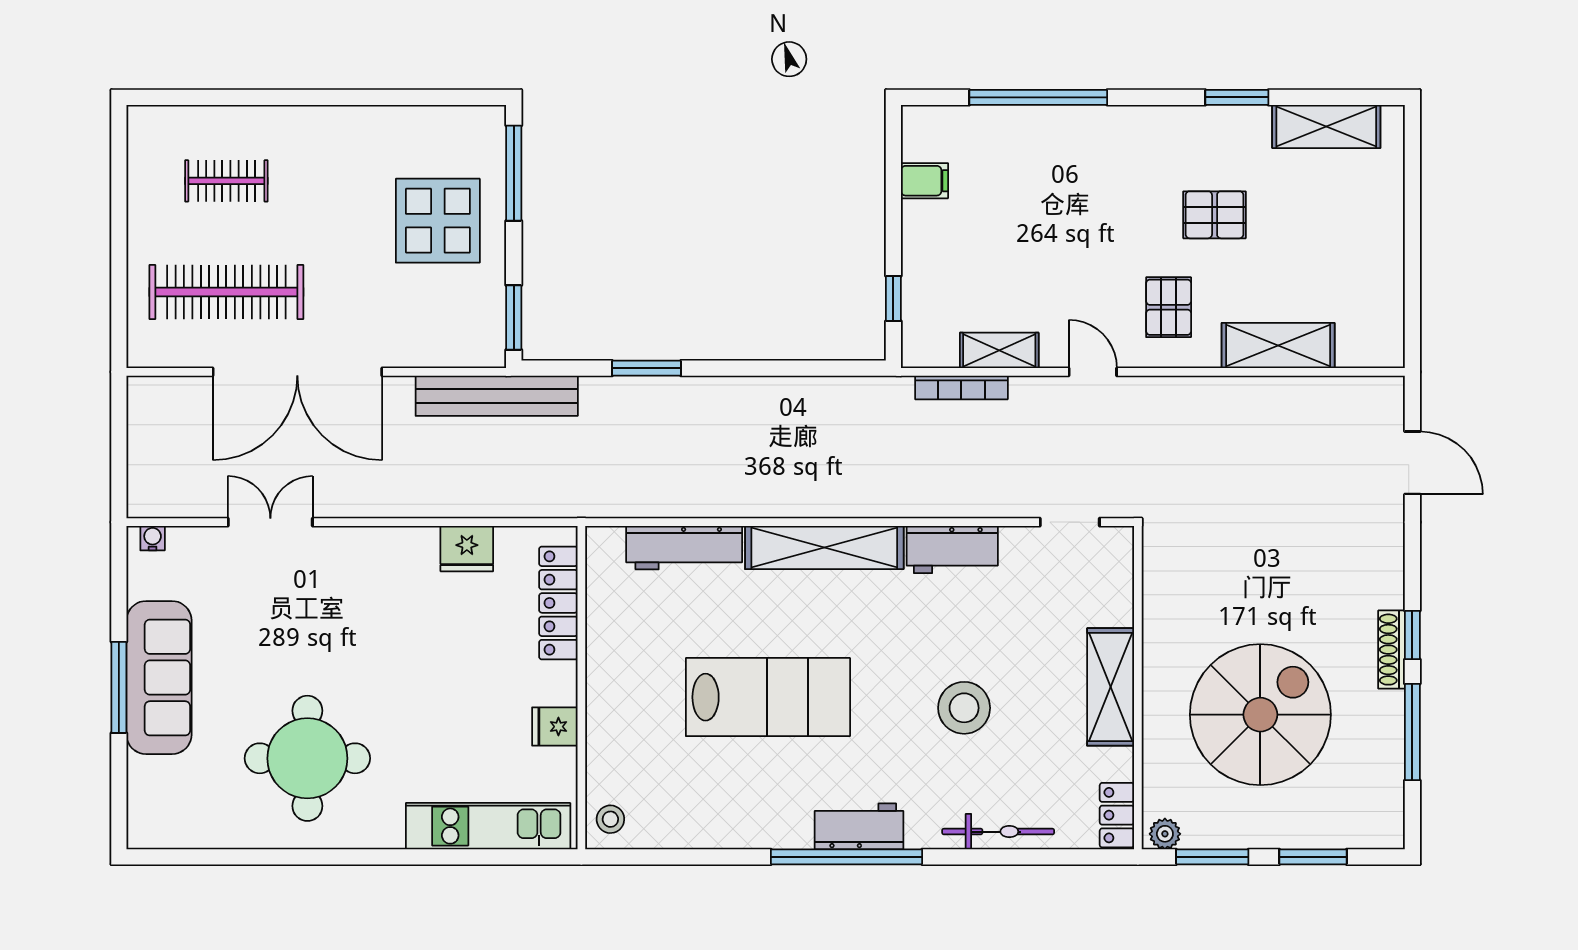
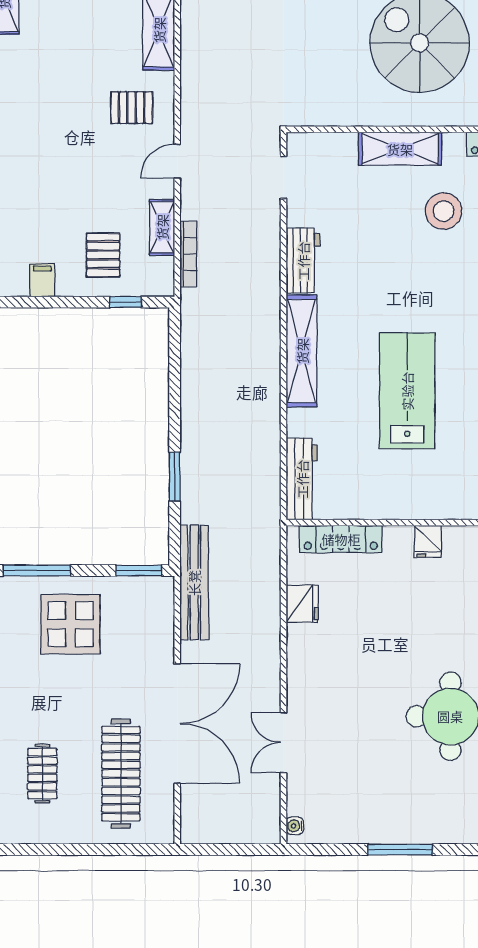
pallet: (1215, 215) -> (103, 255), moved
workbench: (684, 548) -> (302, 479), moved
sofa: (159, 678) -> (393, 821), removed
stool: (964, 708) -> (444, 211), moved

